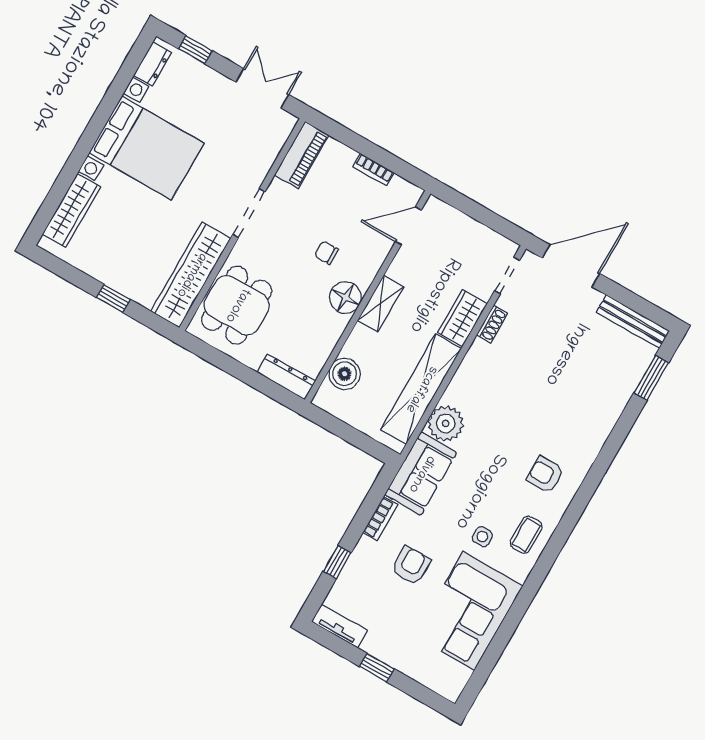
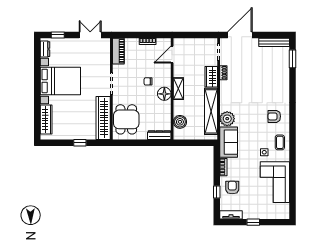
armchair: (411, 566) -> (232, 187), moved

